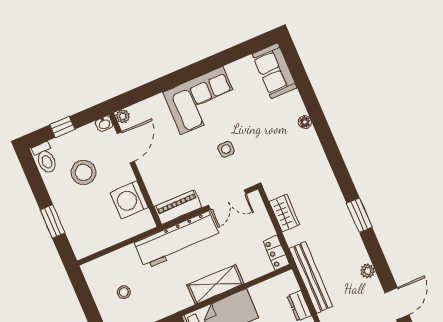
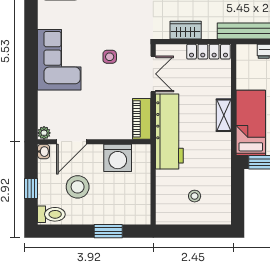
door: (126, 147) -> (72, 142), swing flipped
locker: (276, 253) -> (208, 52), width x1.53
shelving: (215, 284) -> (224, 115), width x0.67, depth x0.75

